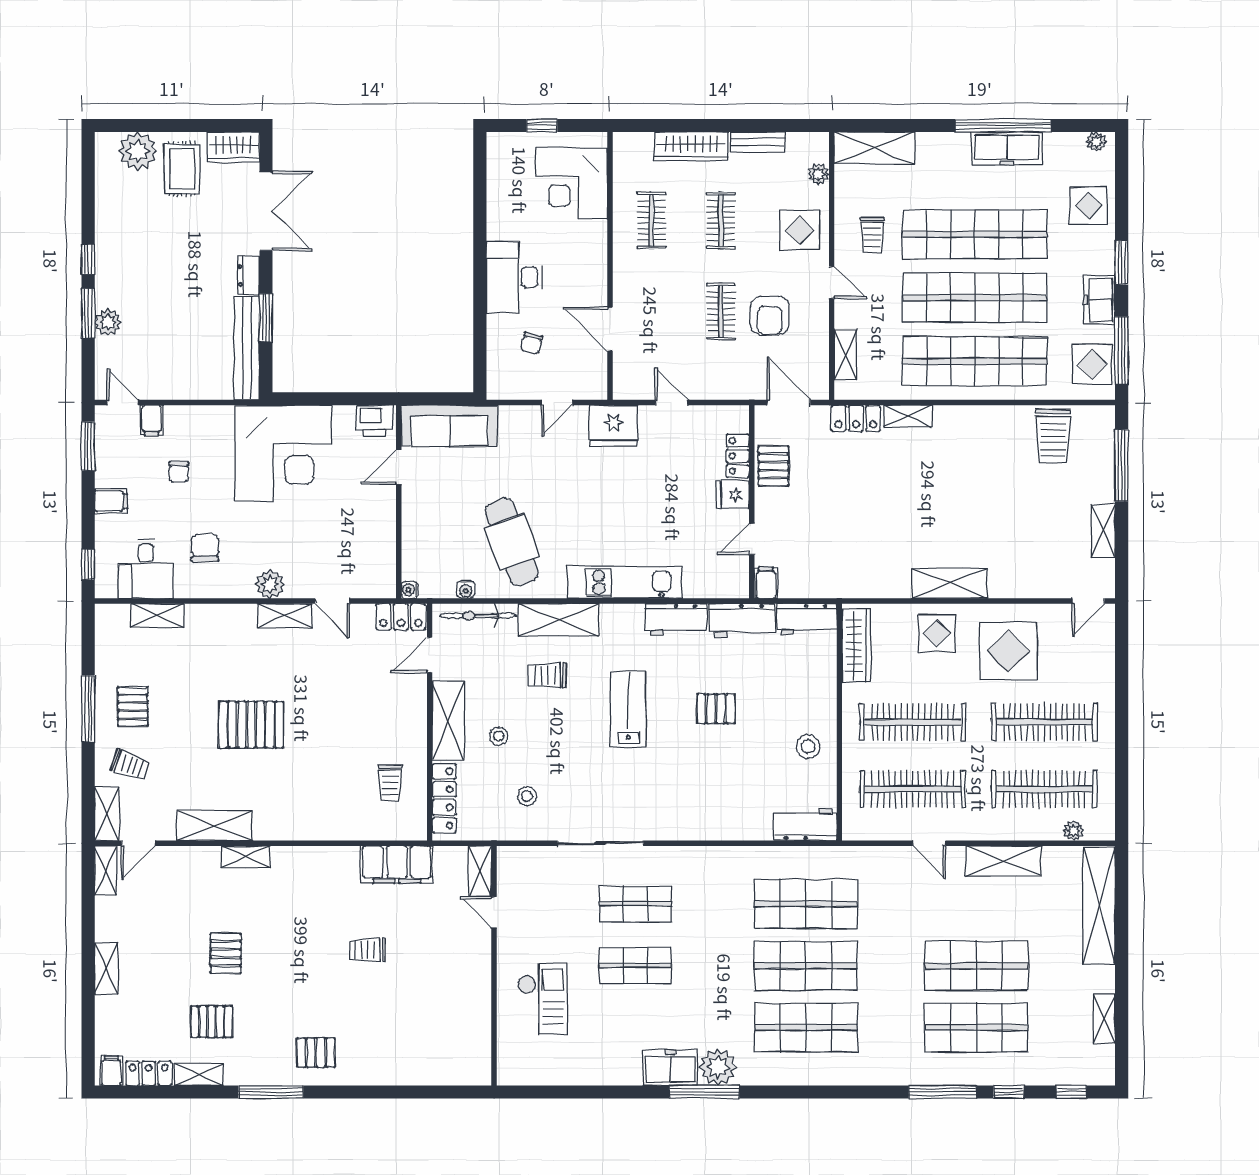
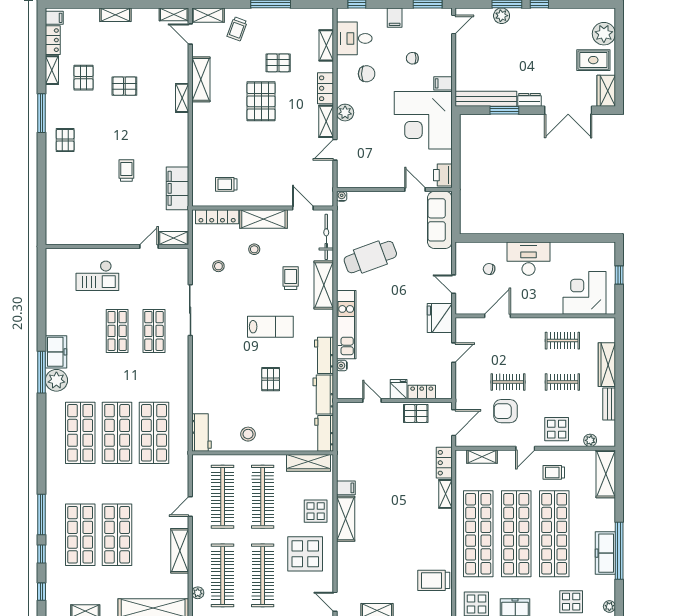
filing cabinet: (152, 420) -> (443, 83), moved
filing cabinet: (766, 583) -> (346, 488), moved
water cooler: (466, 589) -> (342, 366), moved
locker: (401, 617) -> (326, 88), moved
pallet: (133, 707) -> (278, 63), moved

